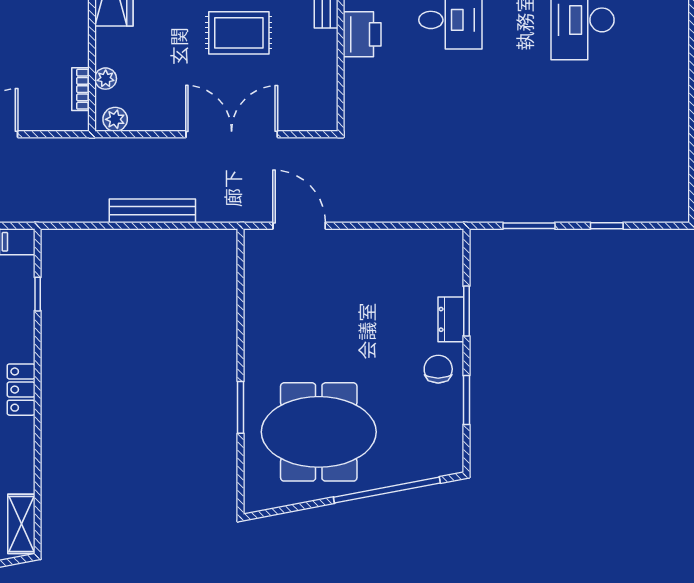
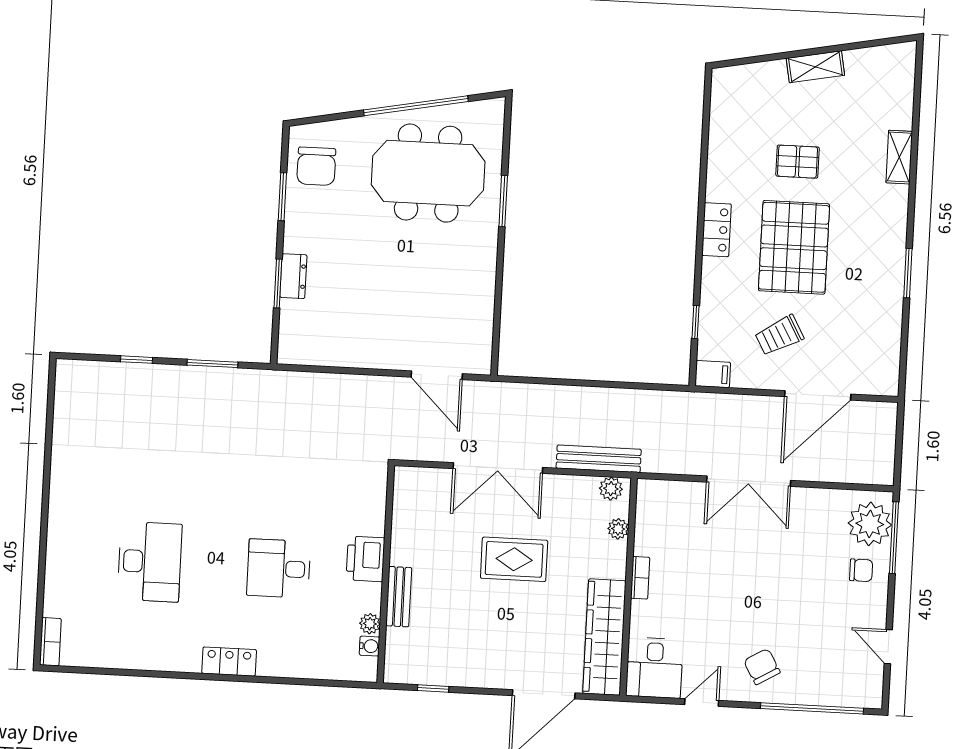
rug: (239, 33) -> (514, 559), moved
bookcase: (80, 89) -> (640, 578), moved
bench: (152, 211) -> (599, 459), moved
chair: (438, 369) -> (316, 166), moved, width x1.37, depth x1.37
window: (387, 490) -> (416, 106), moved
shelving: (21, 524) -> (723, 98), removed

